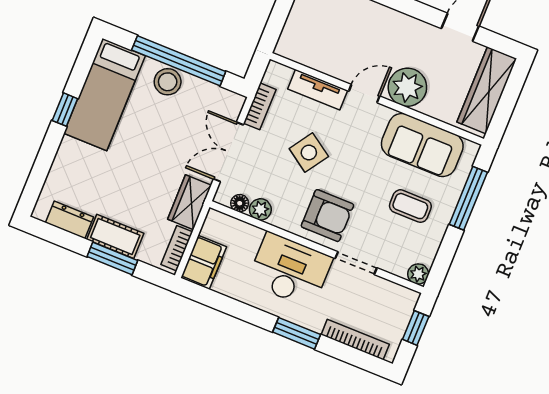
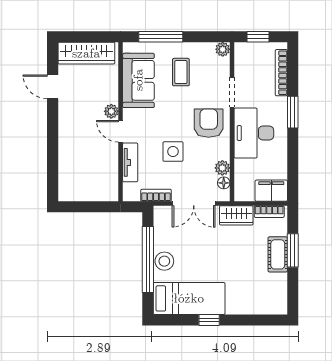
plant: (407, 87) -> (111, 111), width x0.53, depth x0.53
side table: (309, 153) -> (173, 152), turned -34
dresser: (70, 220) -> (279, 288), removed

